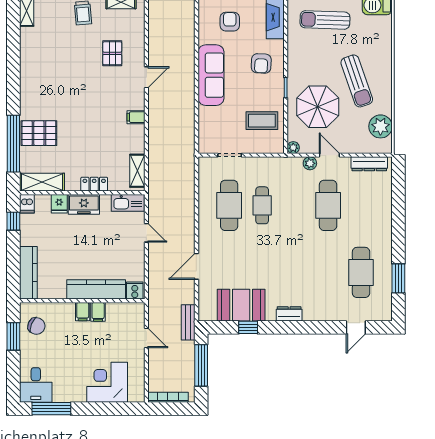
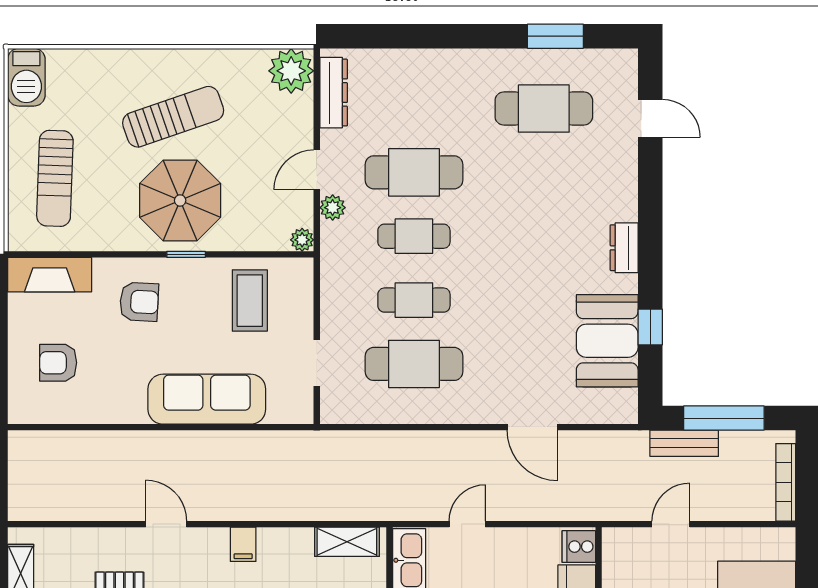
sofa: (211, 75) -> (207, 399), moved
parasol: (318, 107) -> (180, 200), moved
plant: (380, 126) -> (291, 71), moved
cafe table: (295, 205) -> (414, 236), added
bench: (188, 322) -> (684, 443), moved

